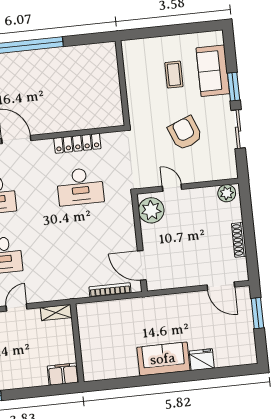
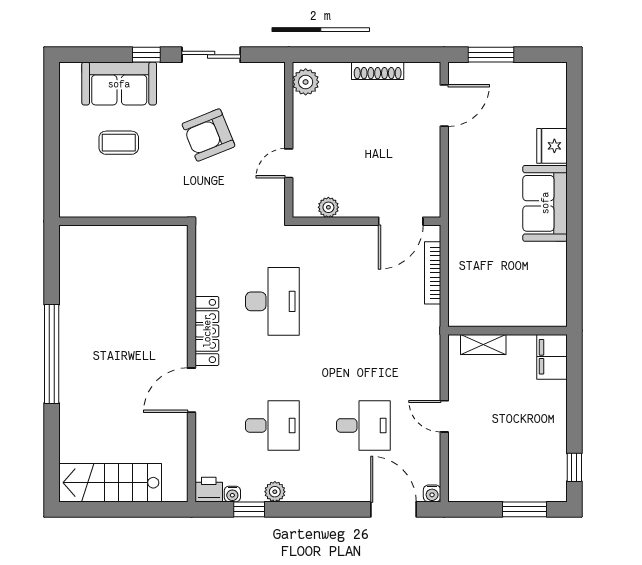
window: (234, 87) -> (146, 55), width x0.67
locker: (77, 143) -> (207, 331), moved
plant: (151, 210) -> (328, 207), width x0.53, depth x0.53
shelving: (56, 313) -> (483, 344), moved, turned 90

